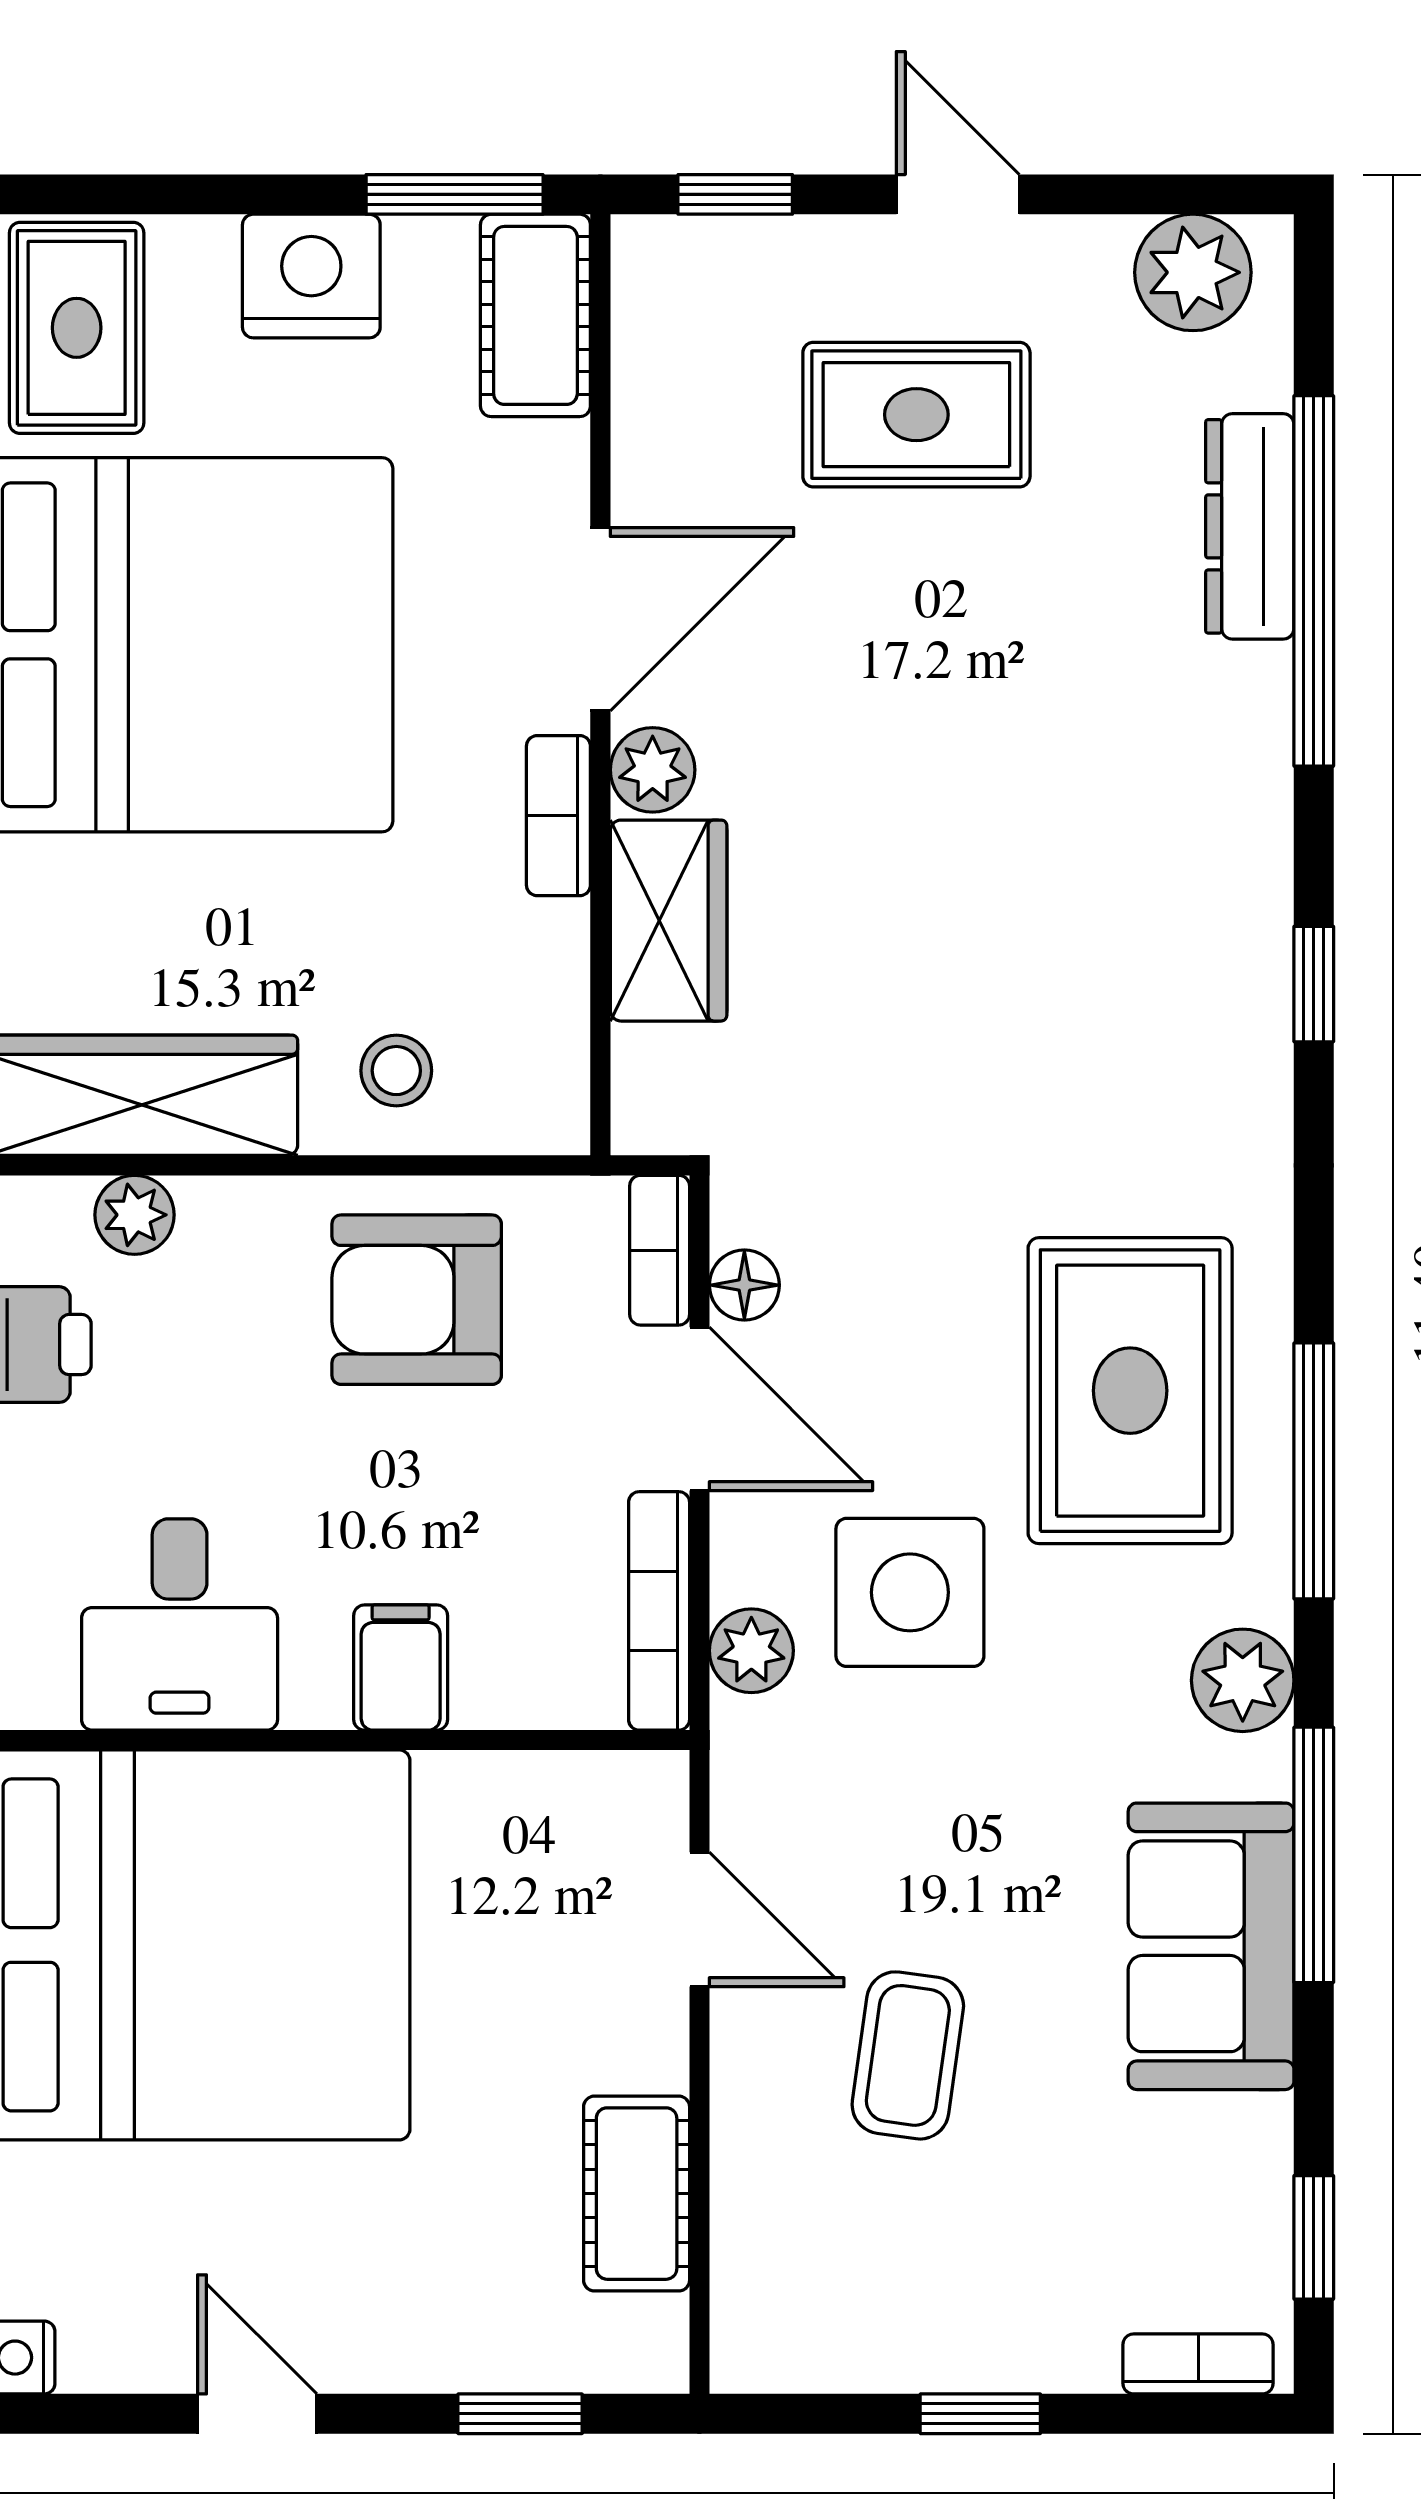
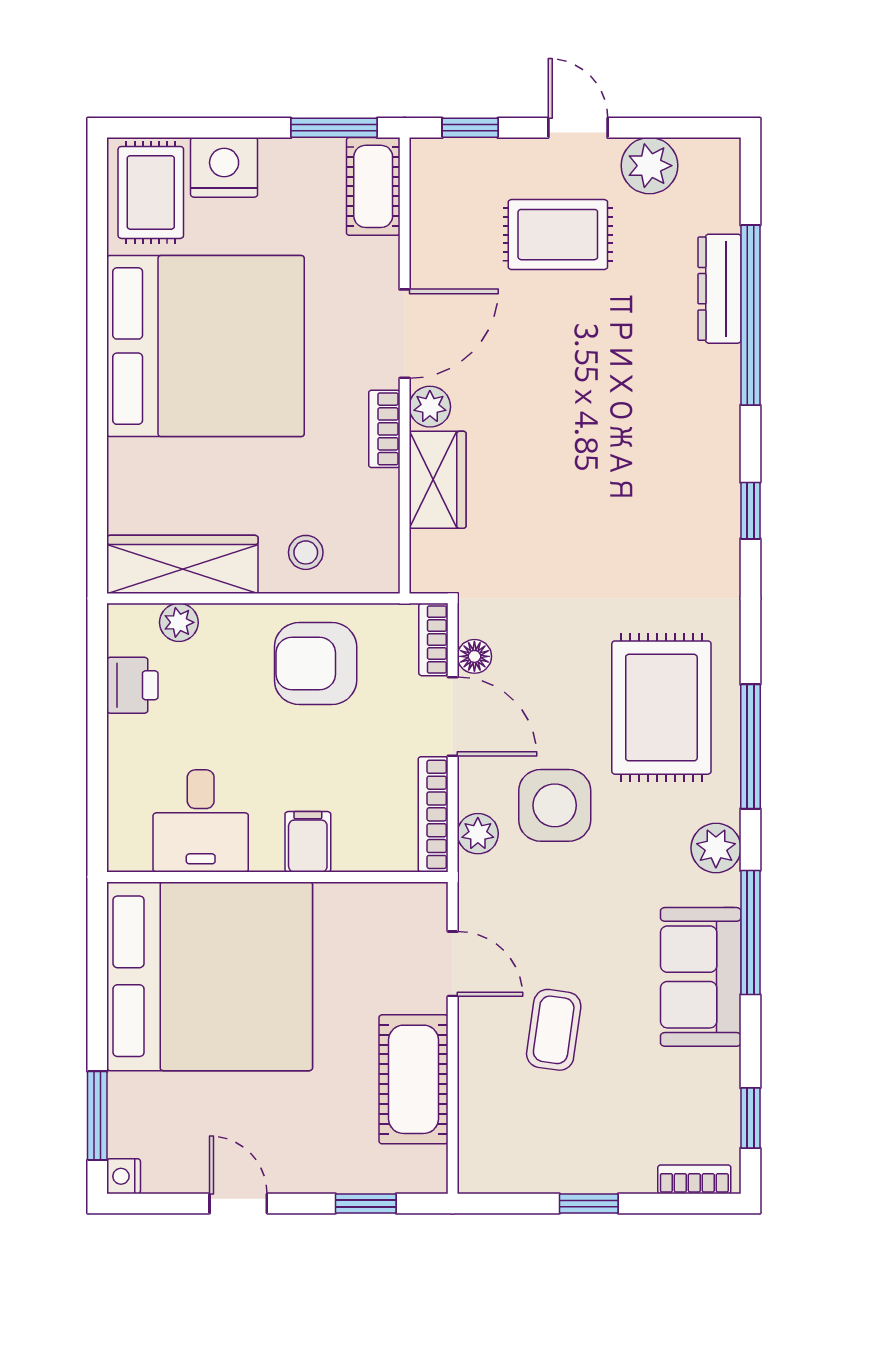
plant: (1193, 272) -> (650, 166), moved
nightstand: (311, 276) -> (224, 167), moved
cot: (637, 2194) -> (413, 1079), width x1.37, depth x1.34

